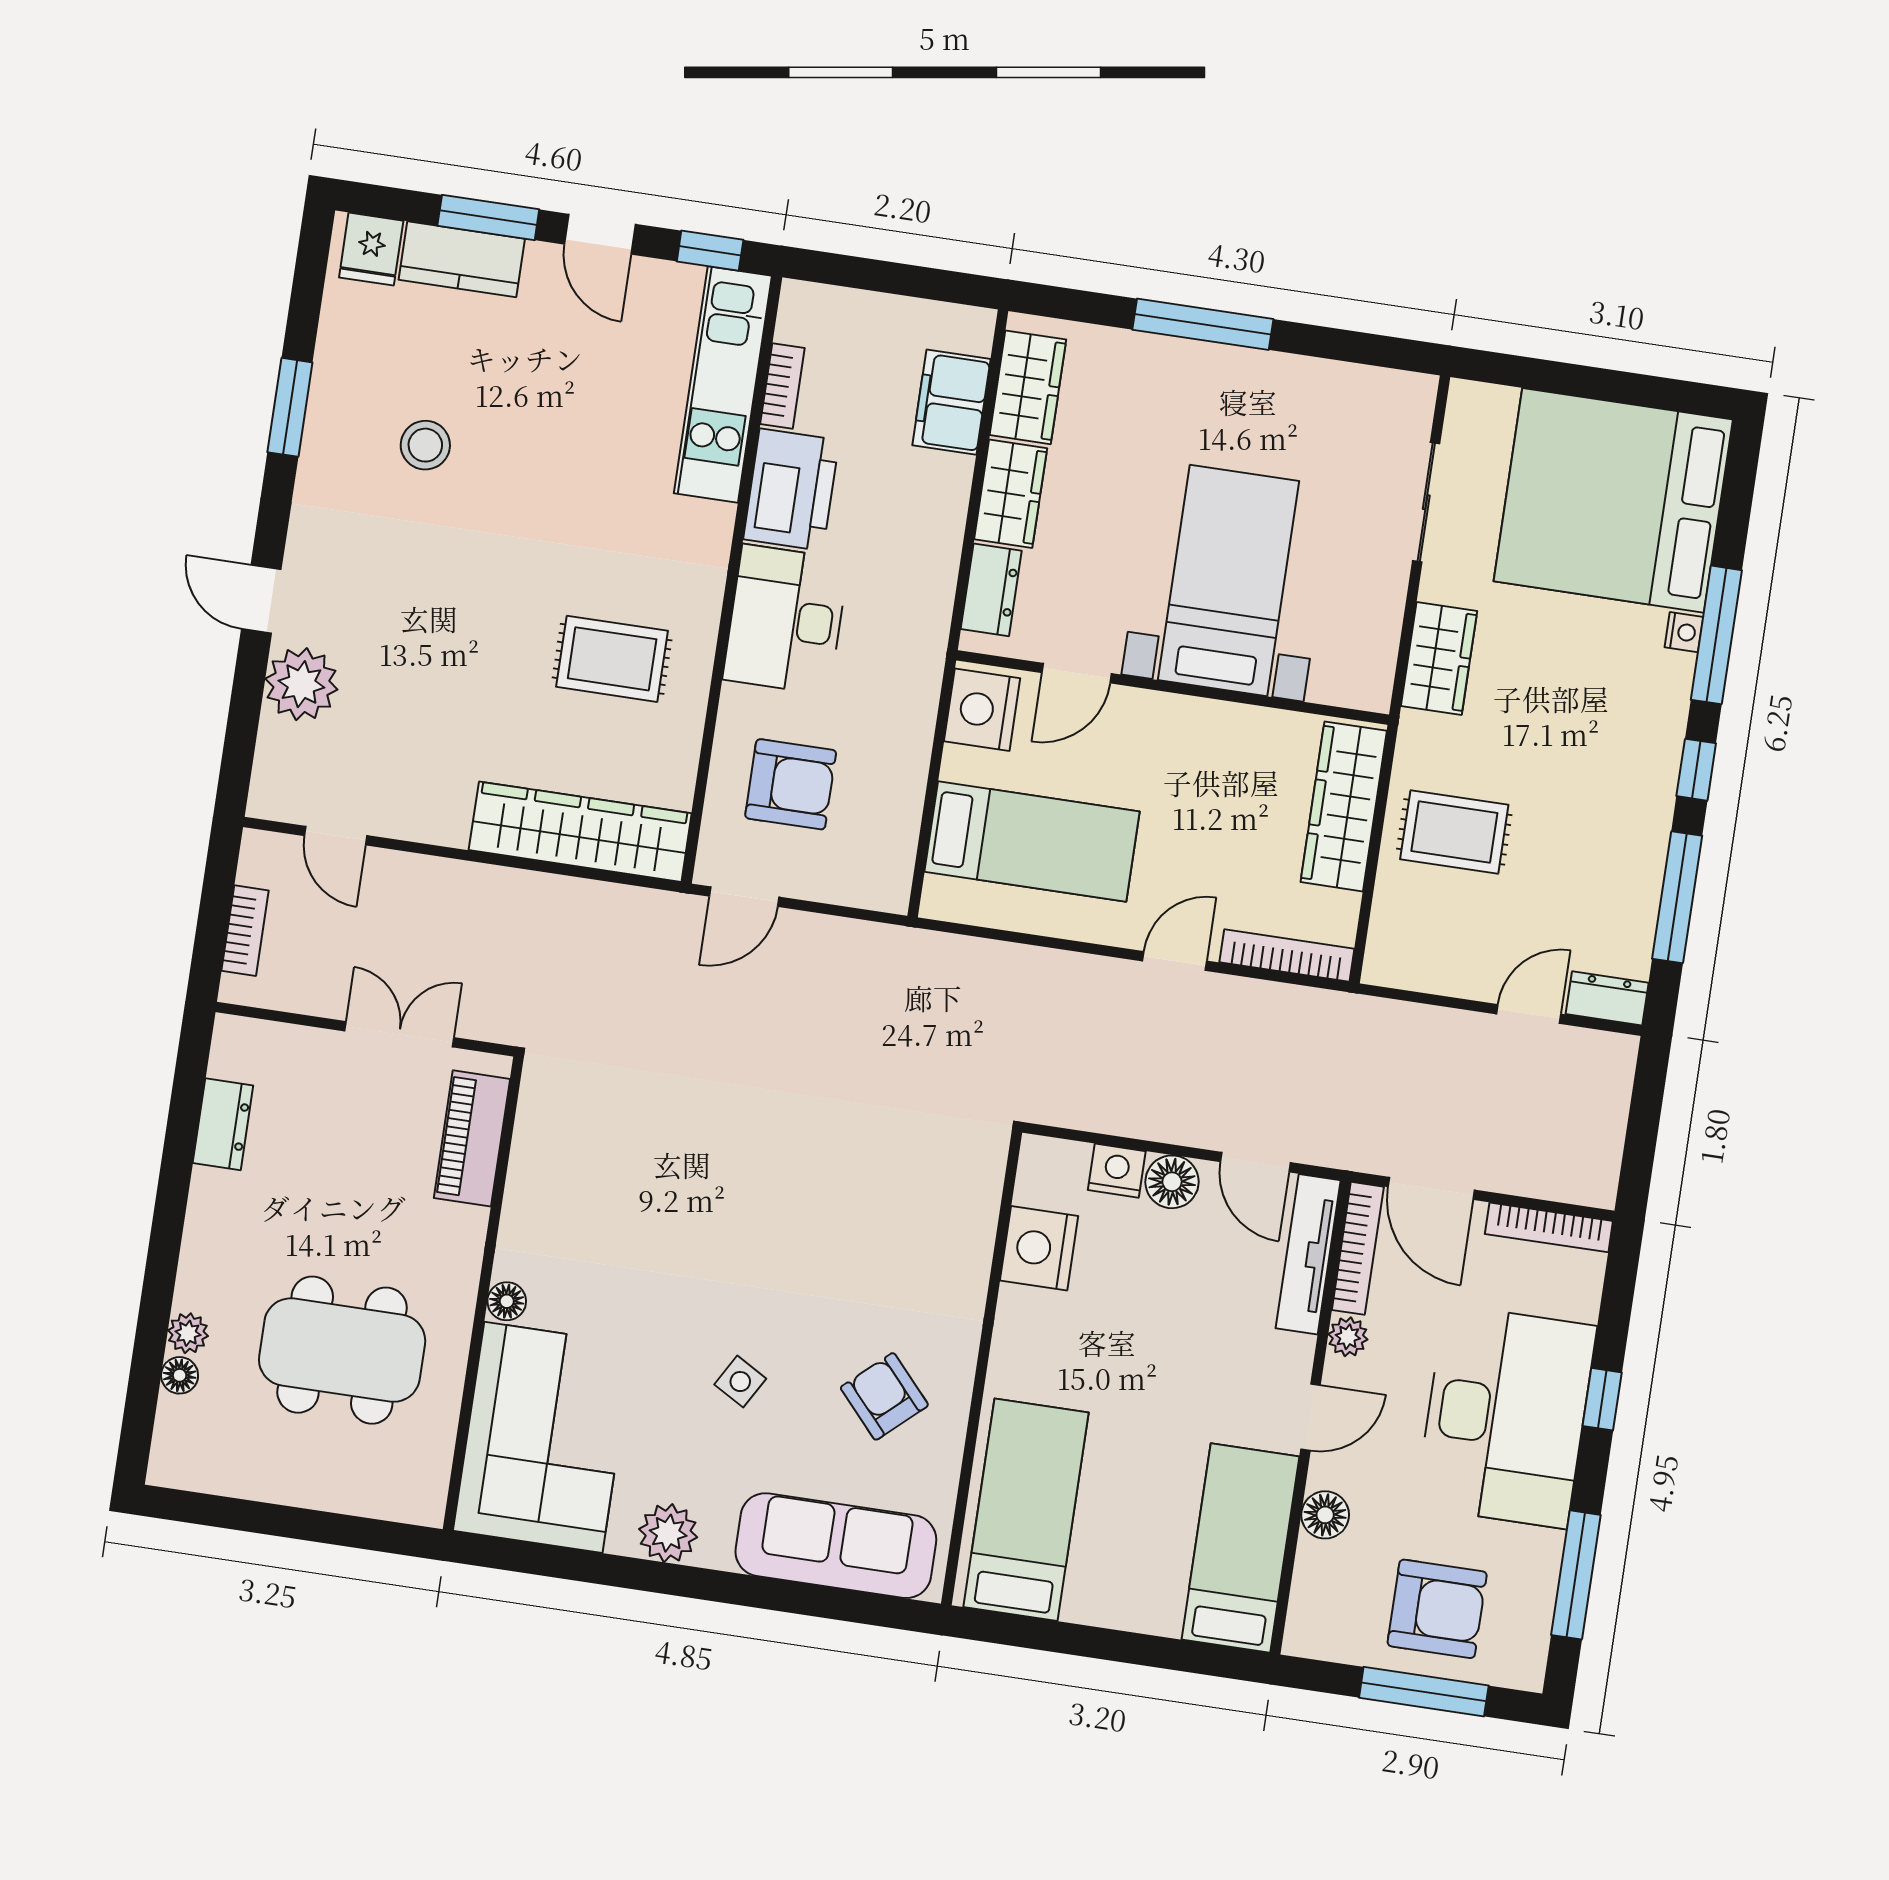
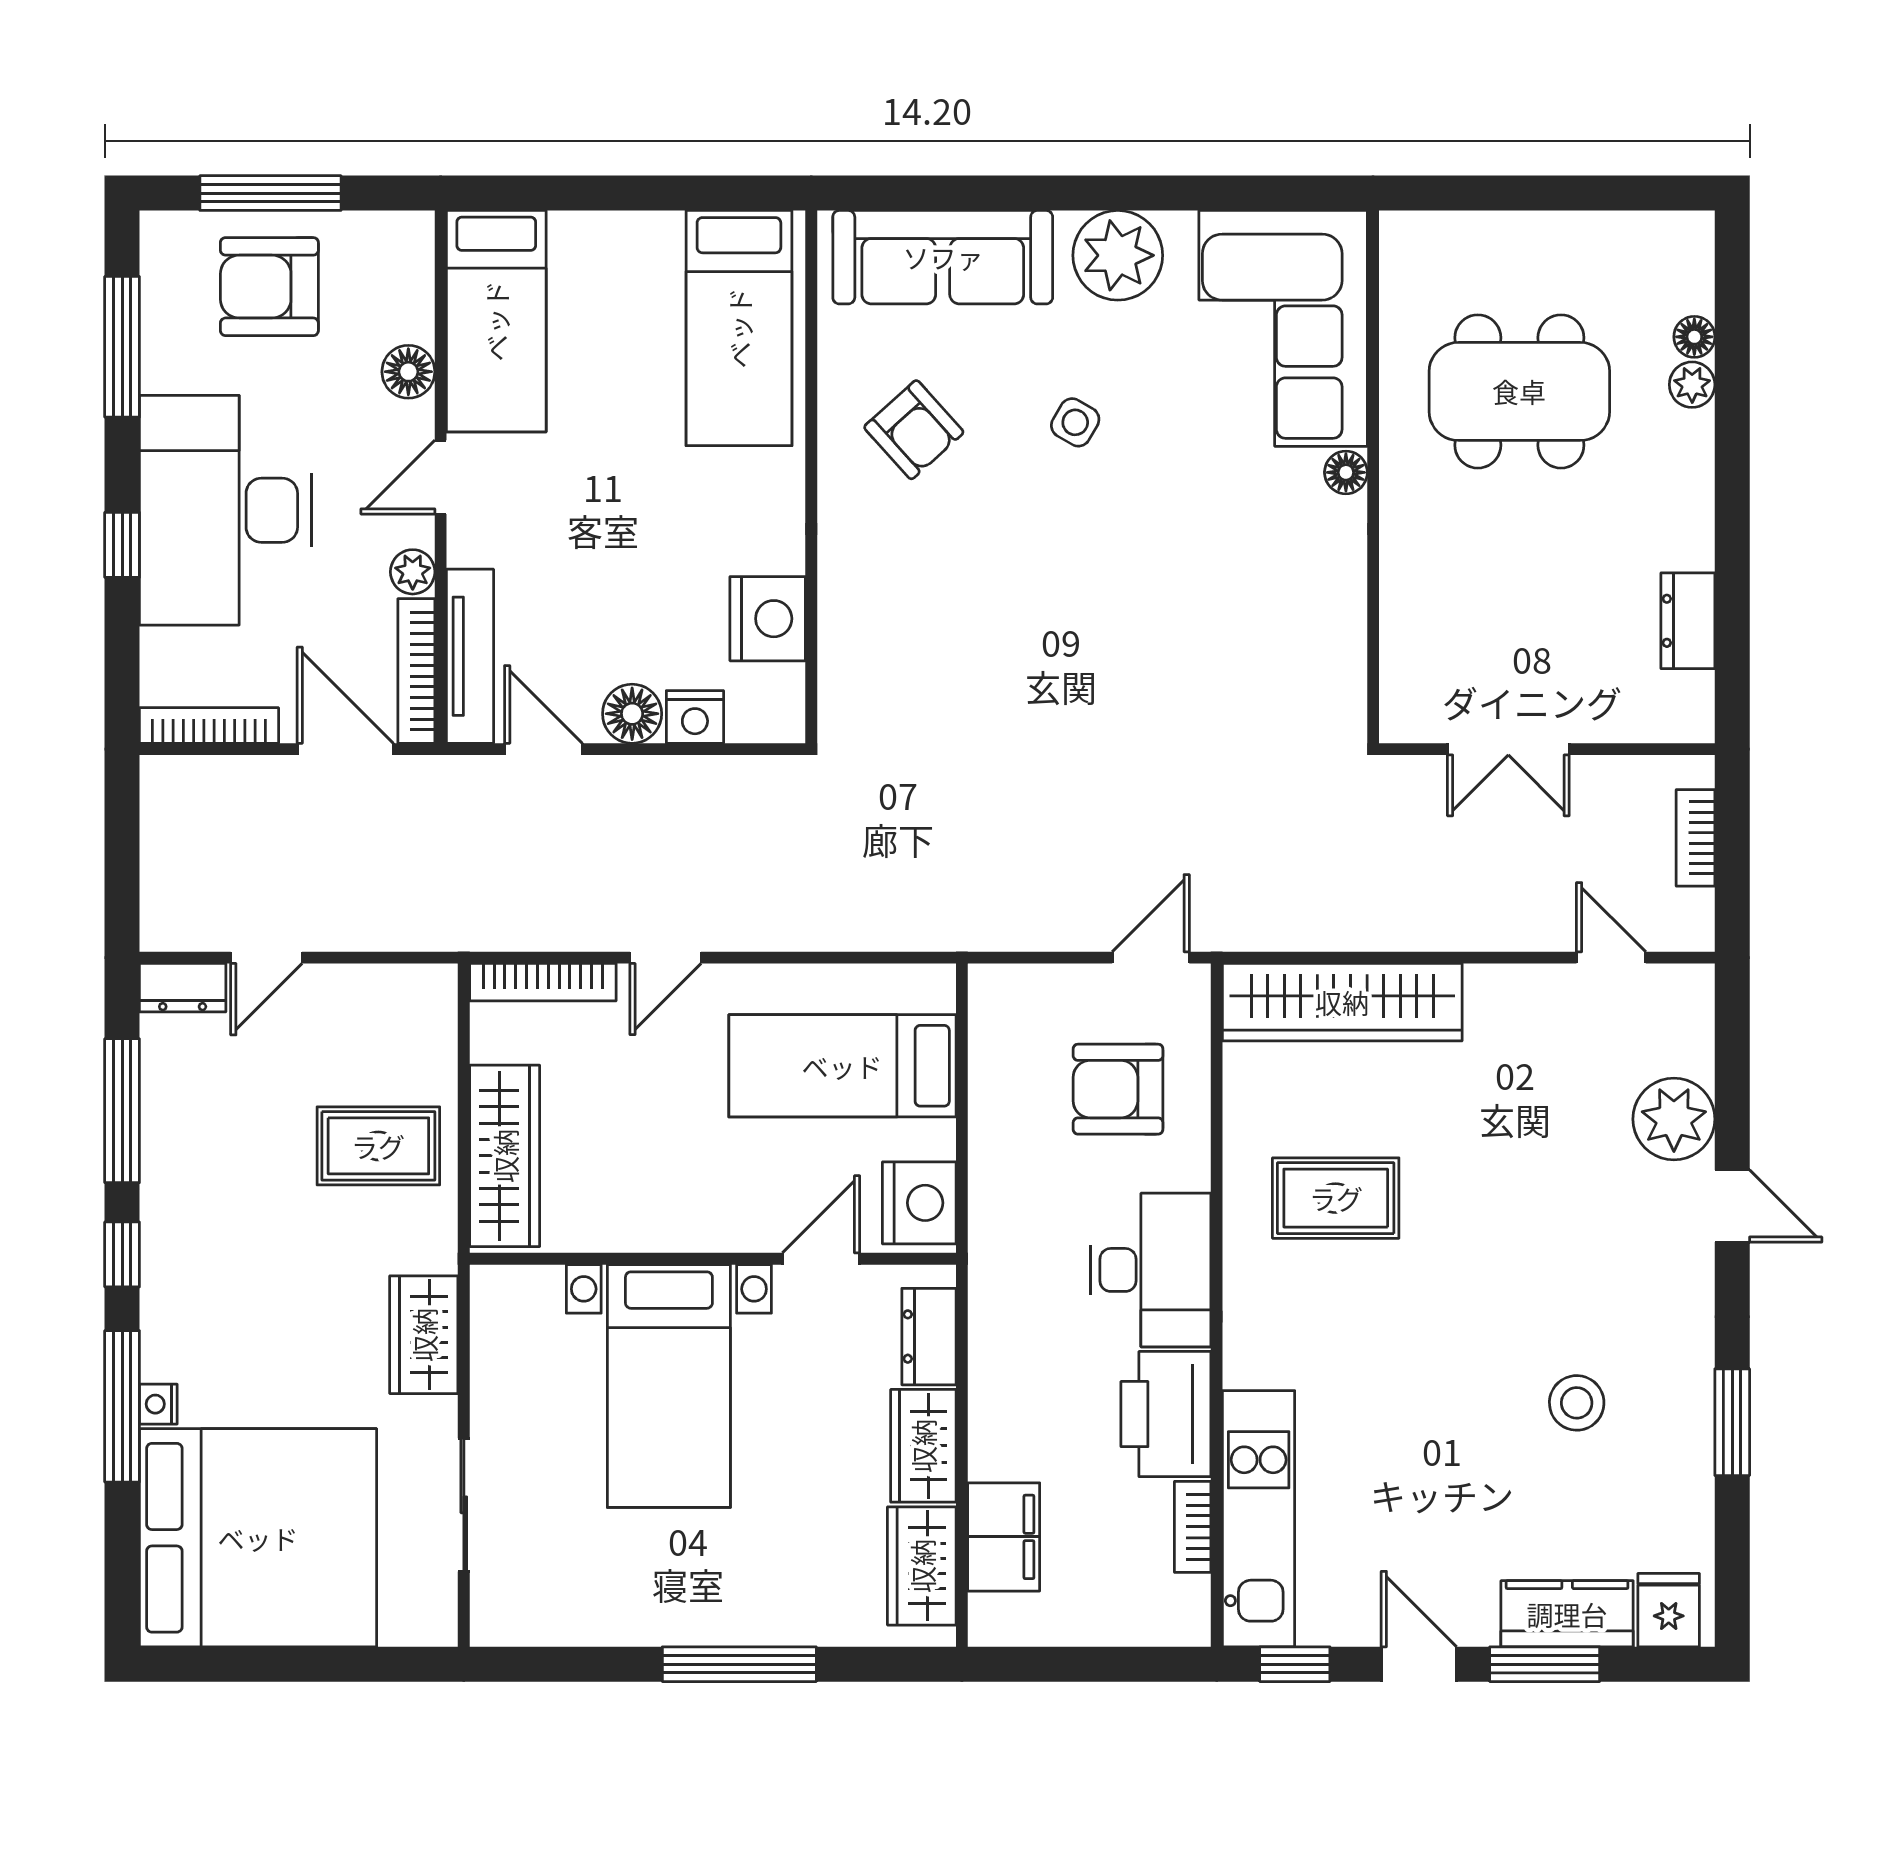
piano: (472, 1138) -> (1411, 646), removed
plant: (668, 1533) -> (1118, 255), width x1.36, depth x1.36

